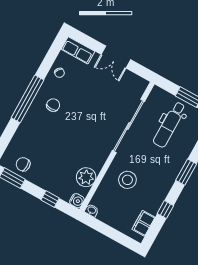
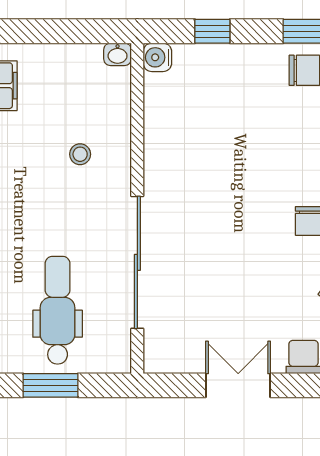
plant: (86, 177) -> (165, 114), removed
stool: (127, 180) -> (80, 154), width x0.53, depth x0.53

